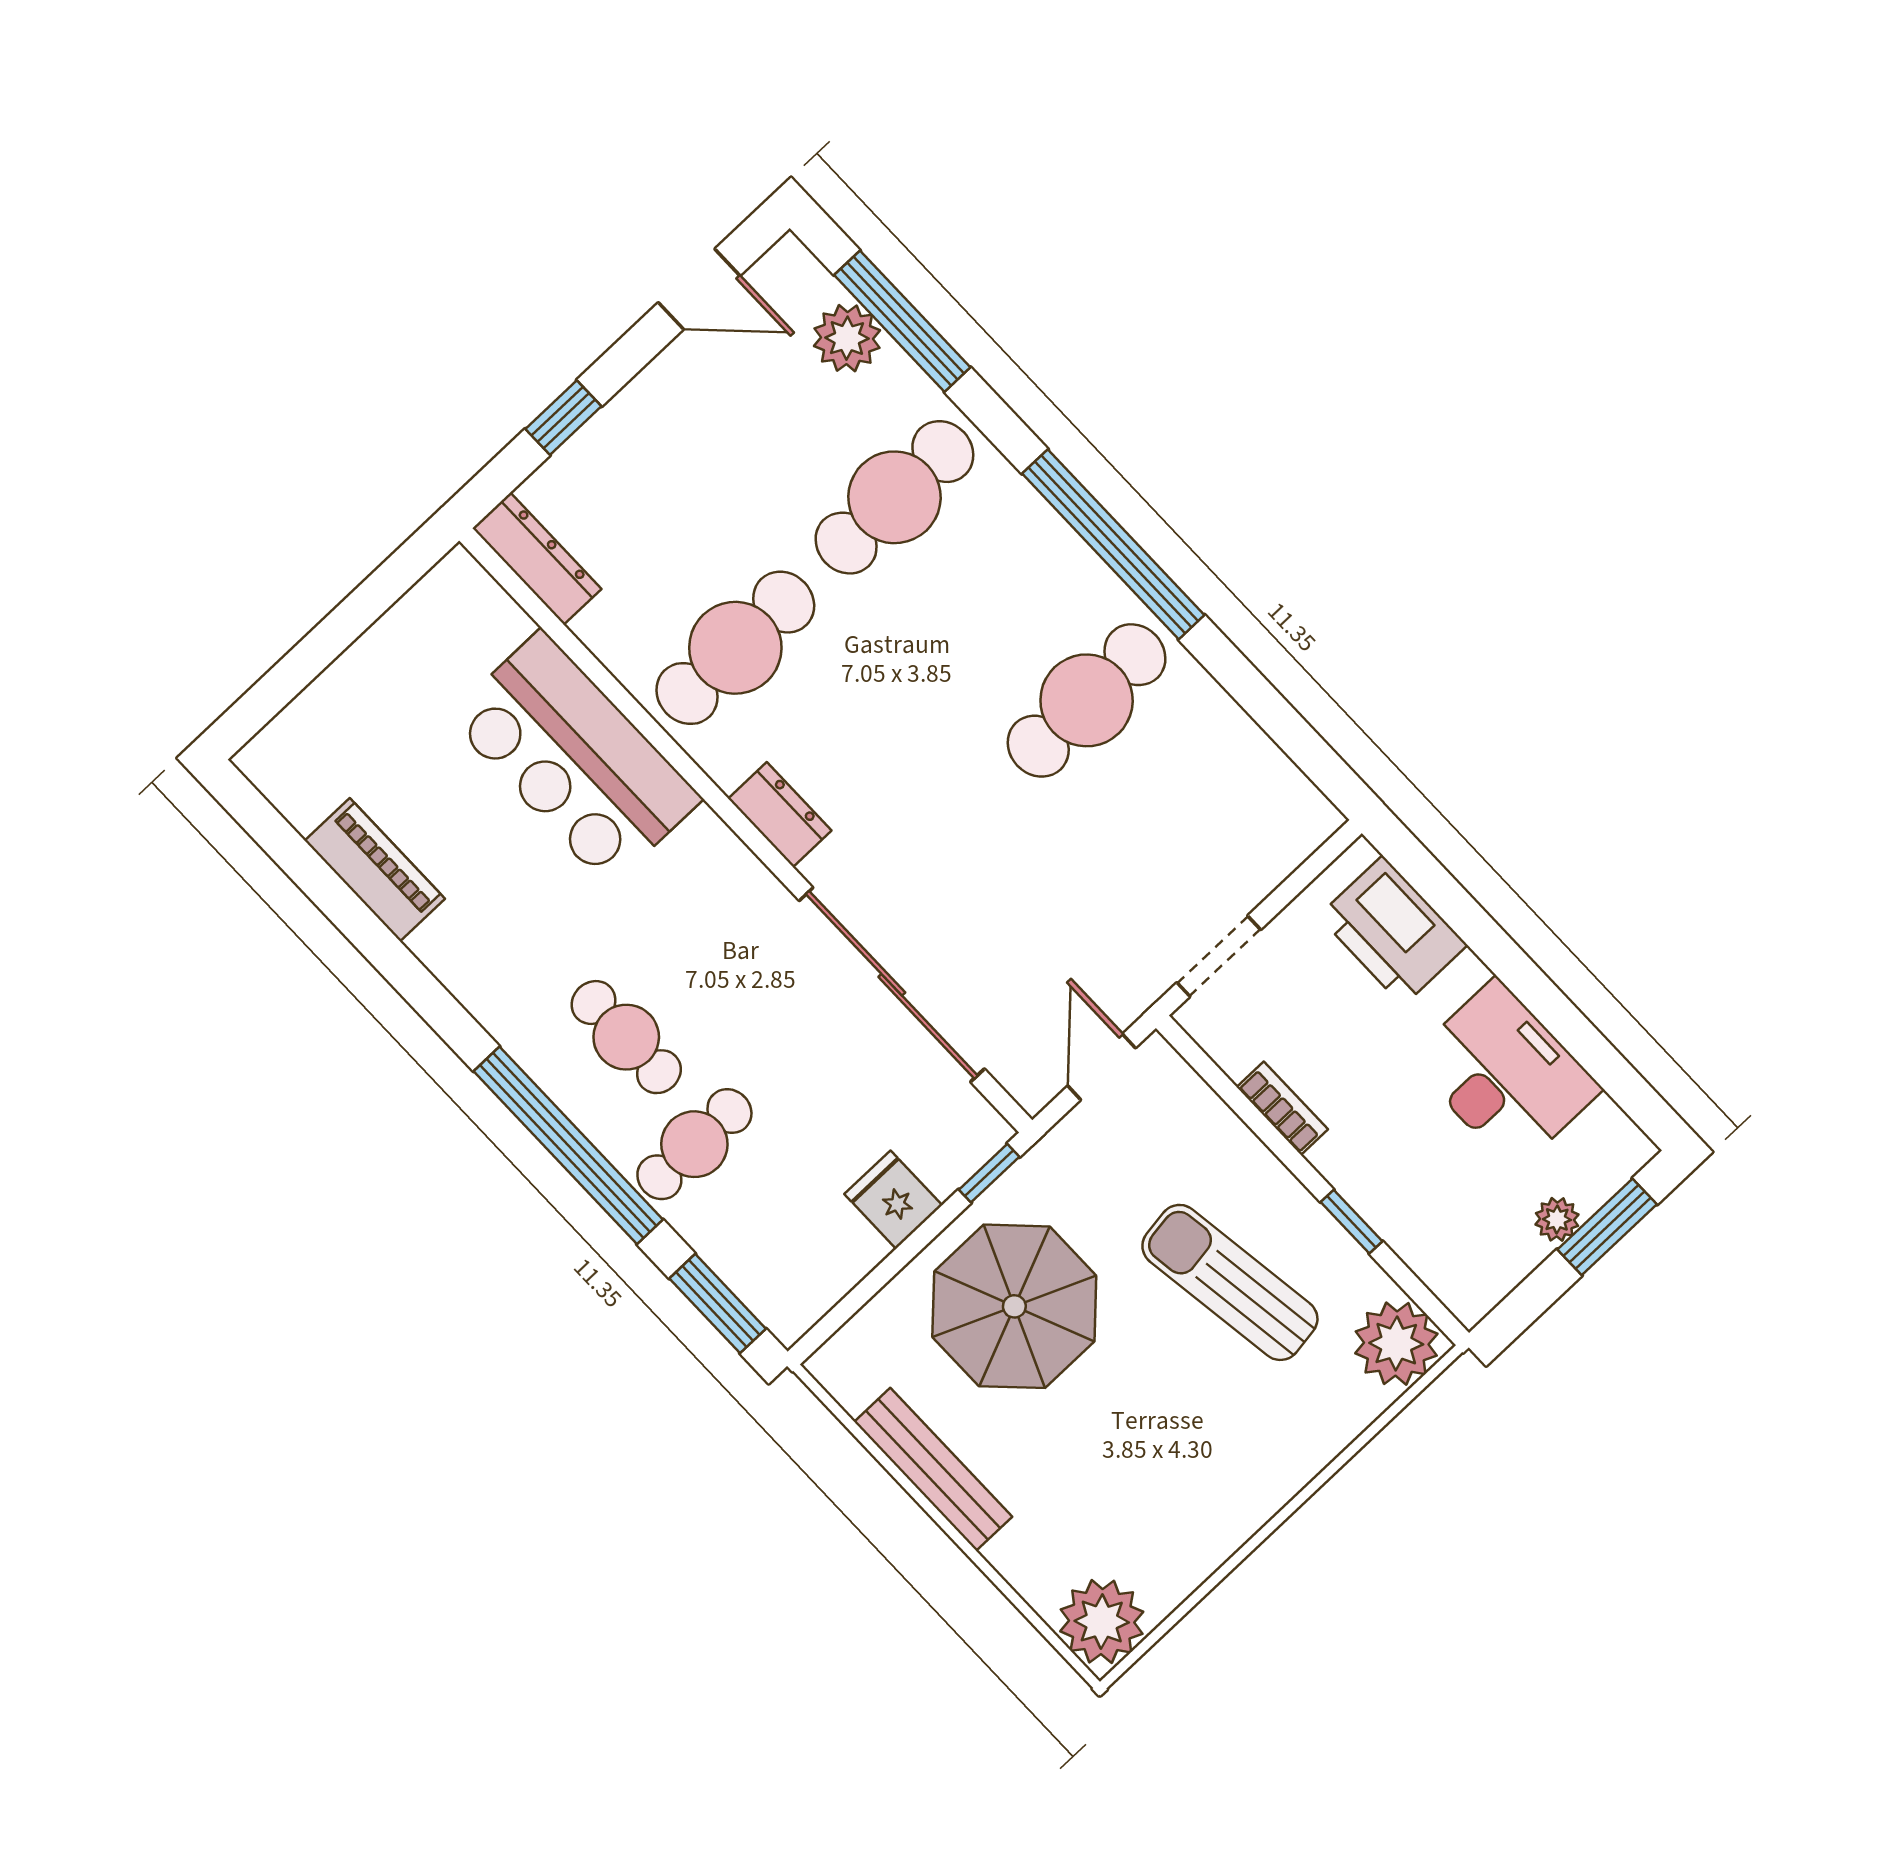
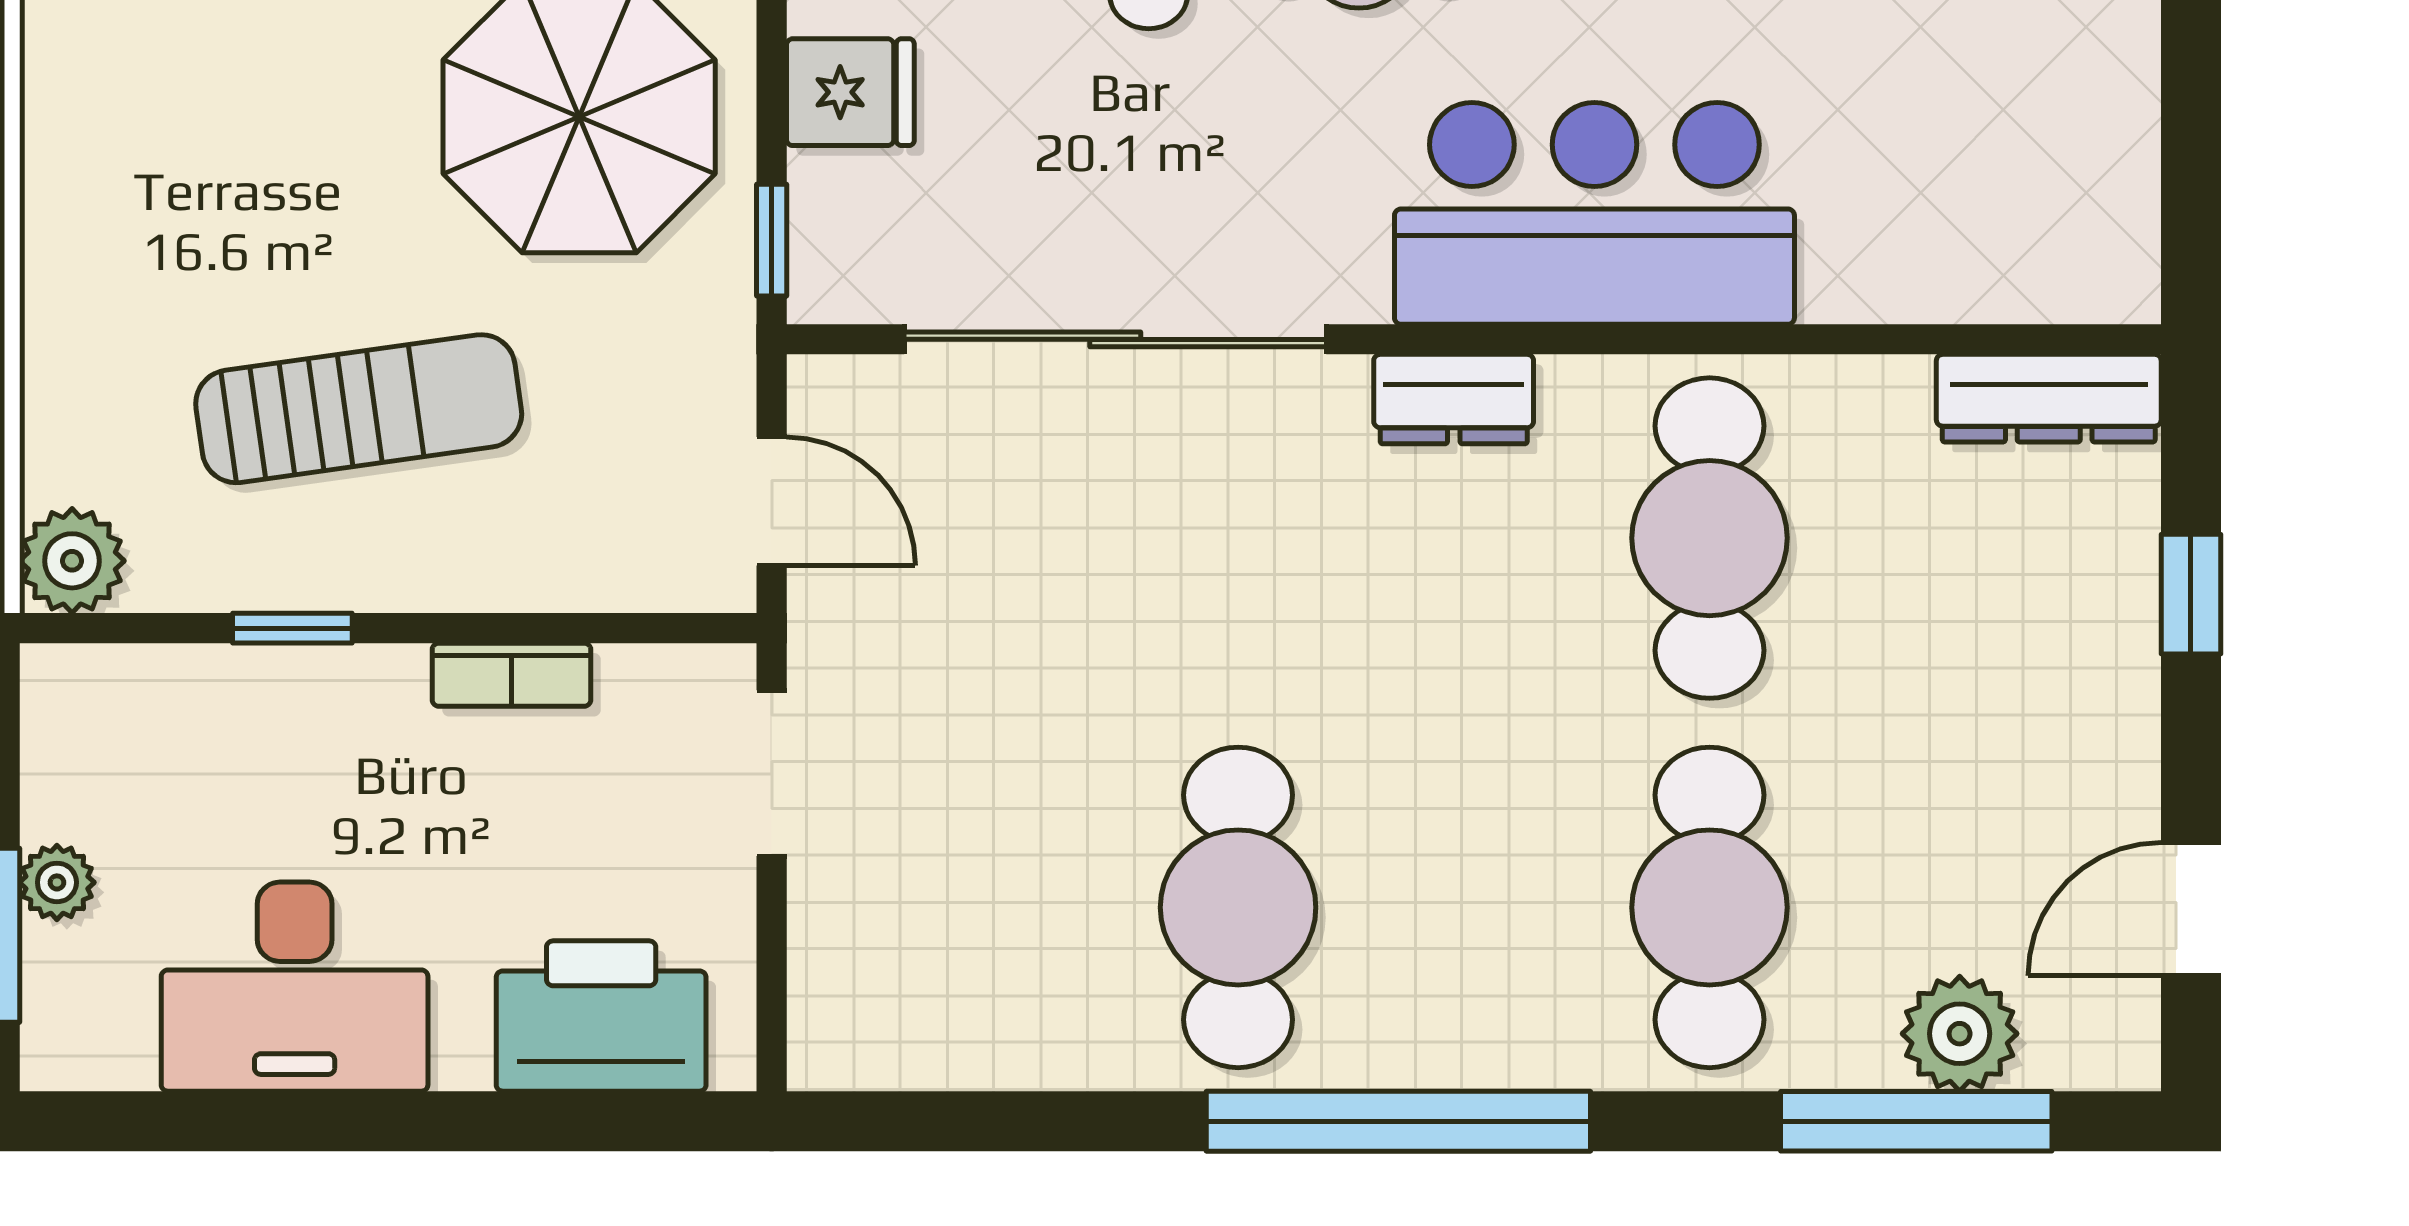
bar counter: (575, 758) -> (1594, 213), moved
plant: (1396, 1344) -> (72, 561), width x0.73, depth x0.73

